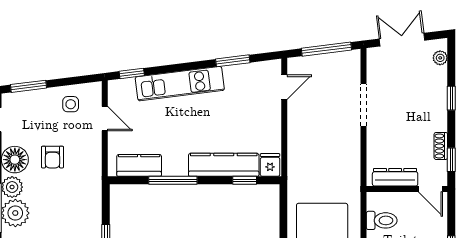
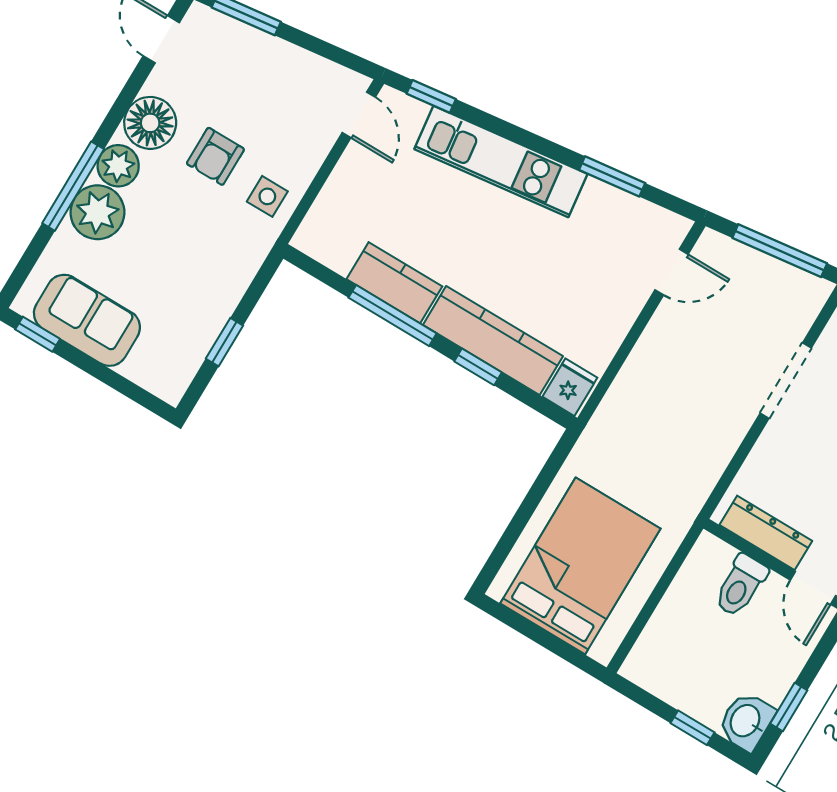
side table: (71, 104) -> (267, 196), moved
door: (105, 119) -> (359, 115), moved
kitchen counter: (139, 165) -> (394, 283), moved
window: (245, 180) -> (478, 367), moved
toilet: (382, 220) -> (741, 585), moved, turned 90

